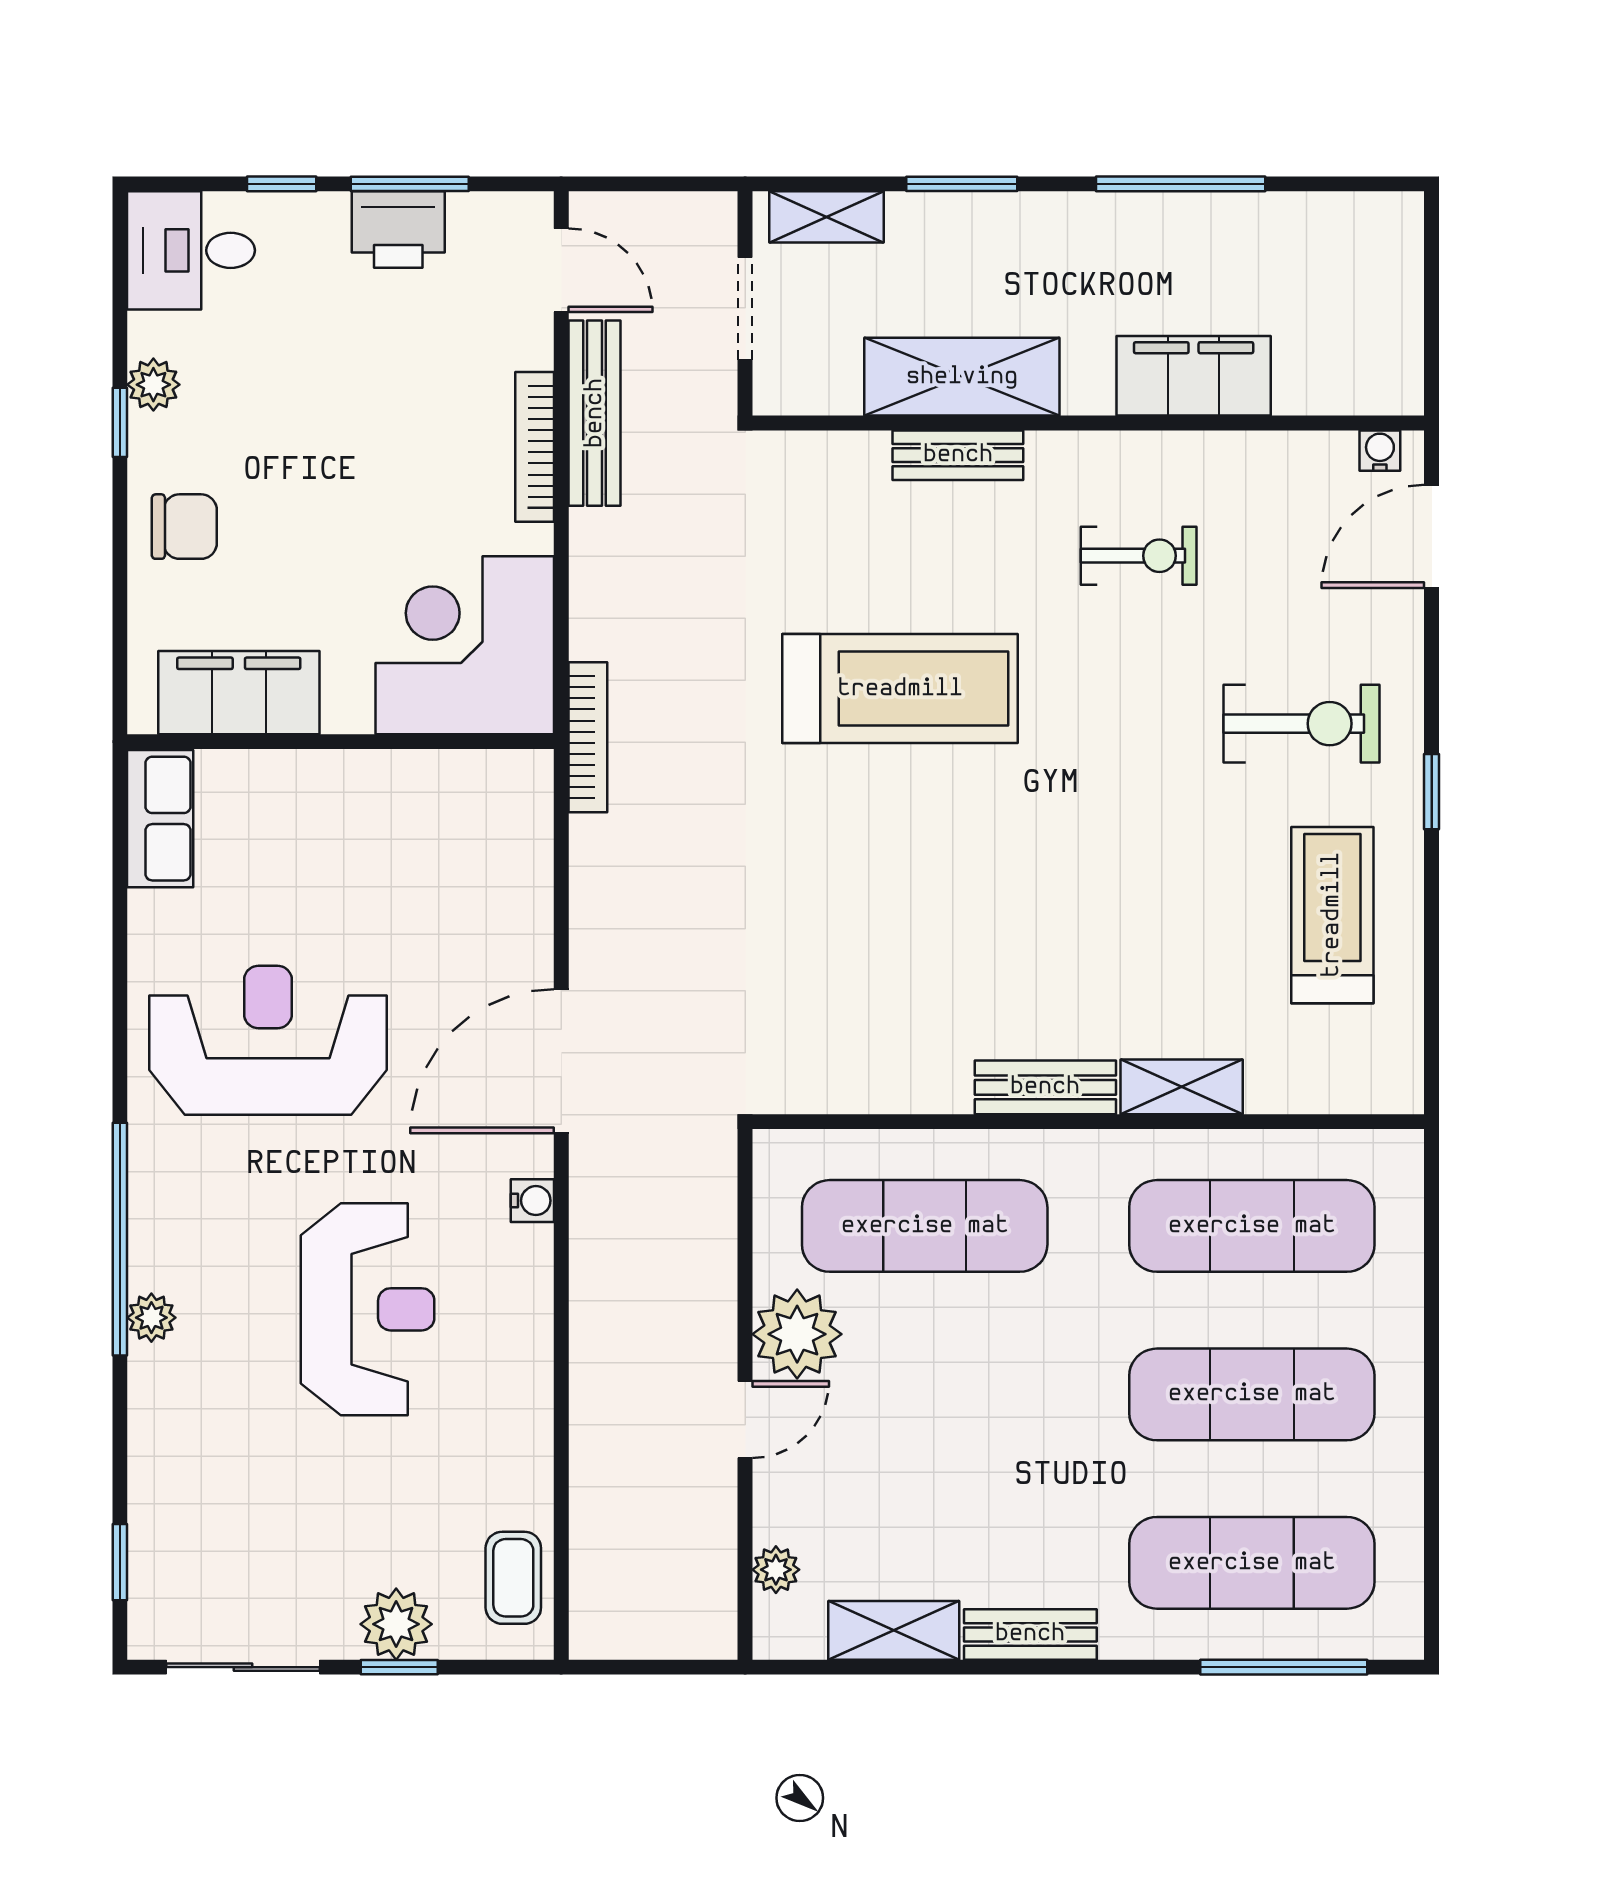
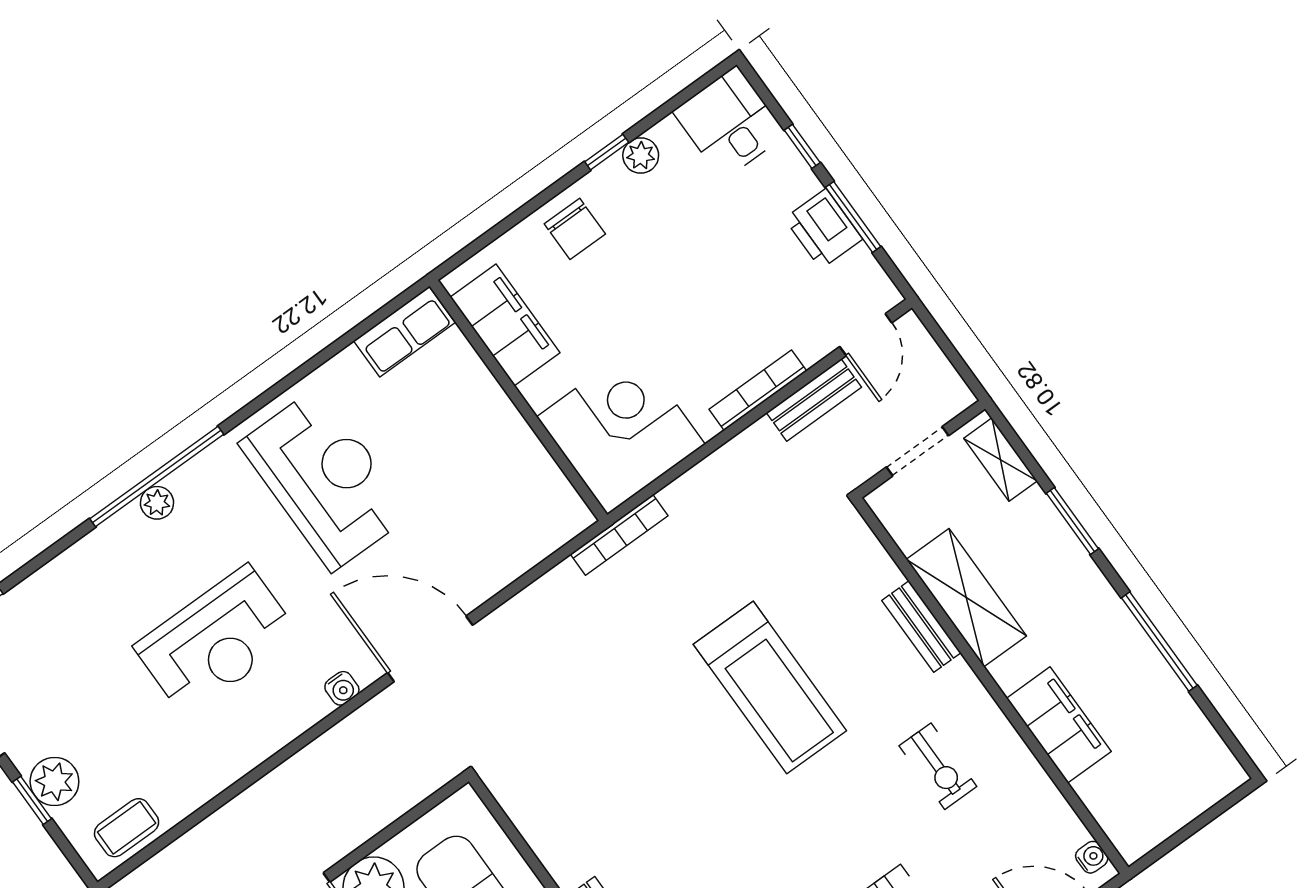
bench: (595, 413) -> (814, 400), width x0.73
plant: (151, 1318) -> (157, 503), moved

